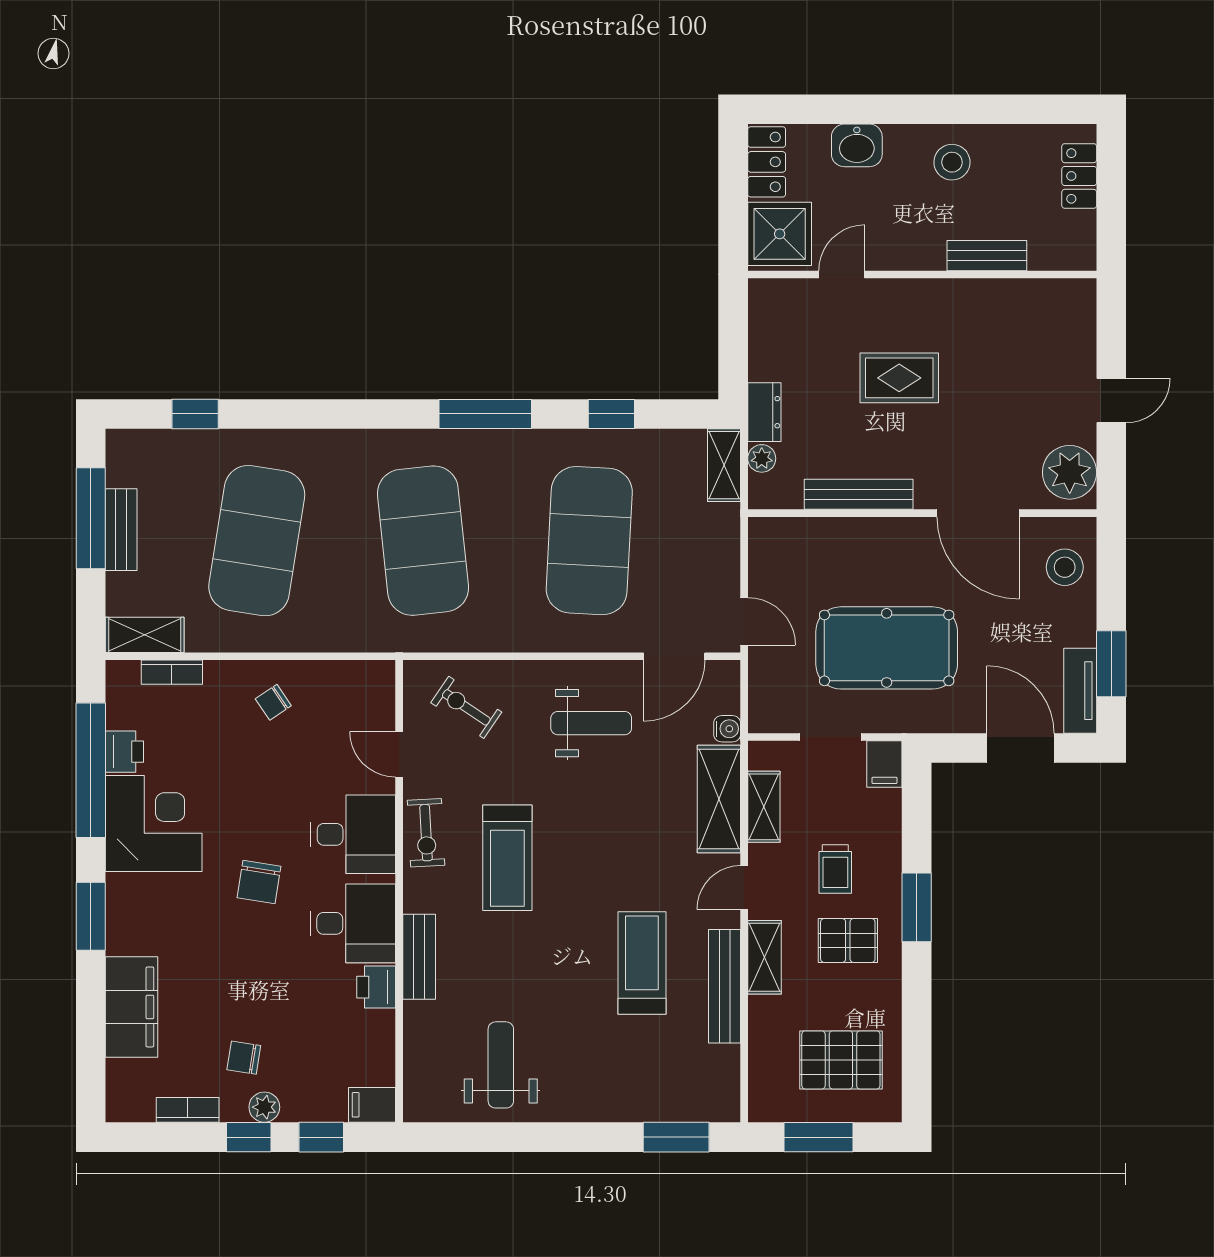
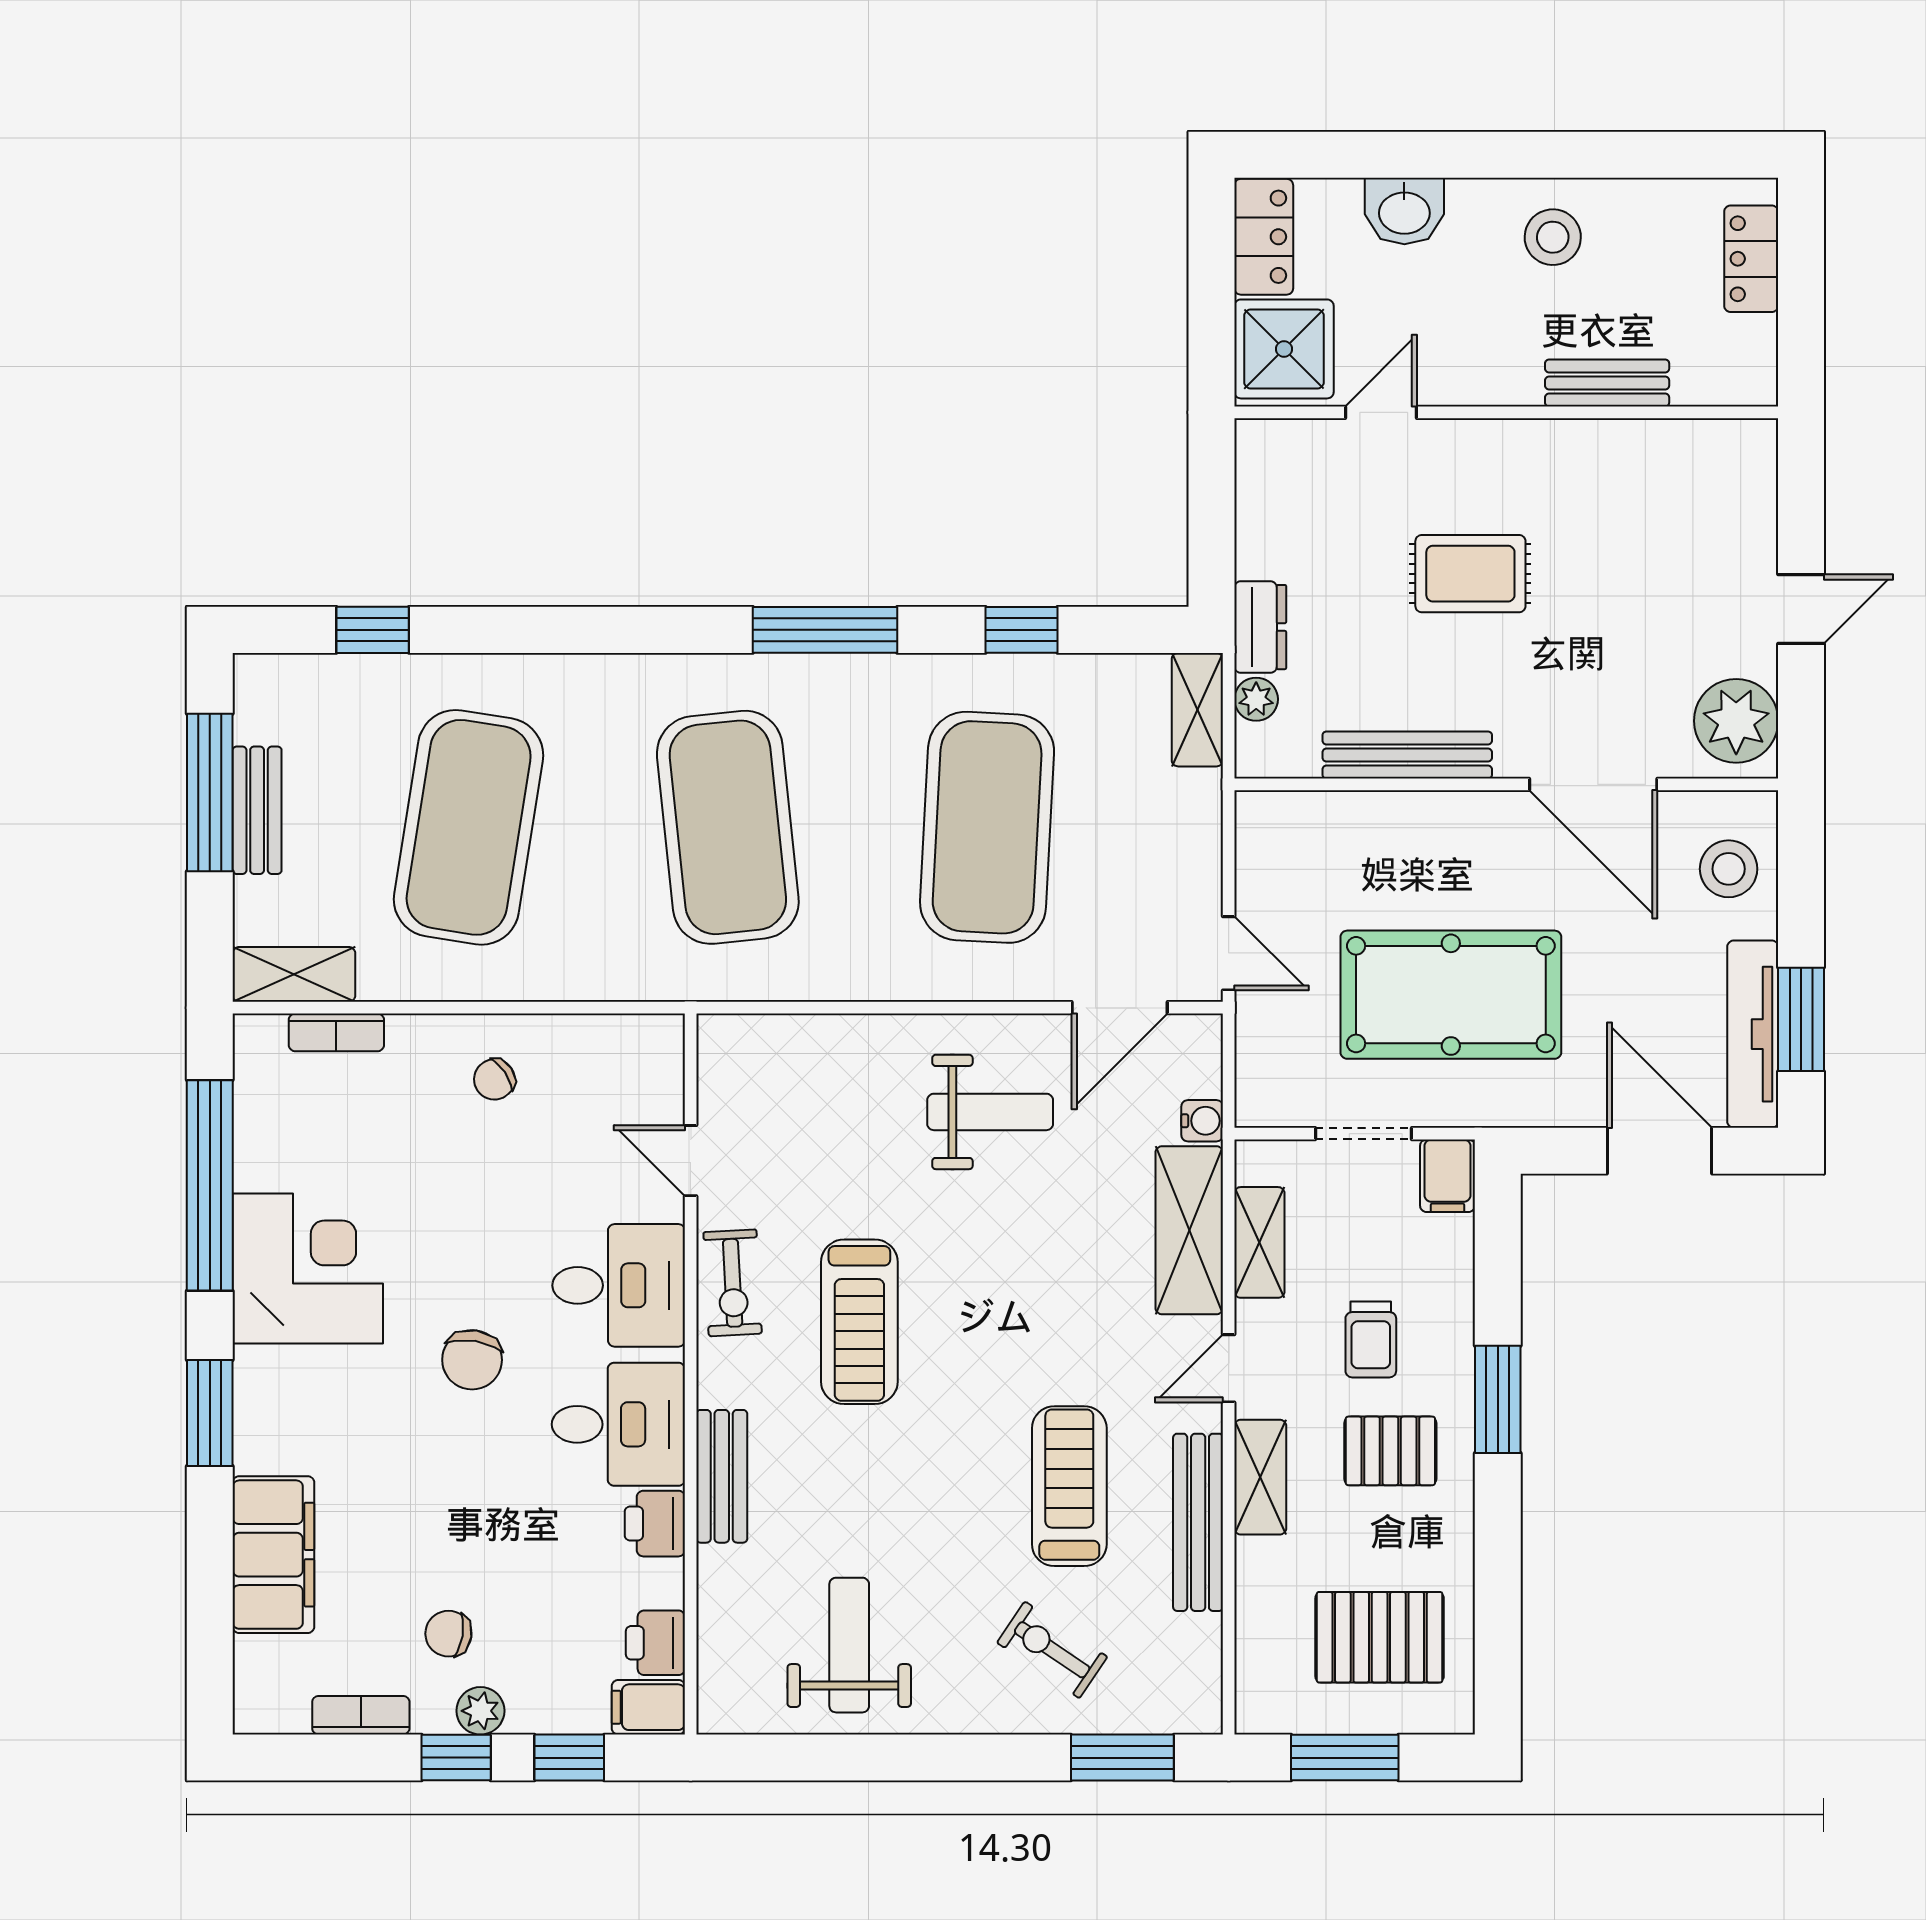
tv unit: (1080, 691) -> (1753, 1034), width x1.41
exercise bike: (466, 707) -> (1052, 1650), moved
printer: (124, 752) -> (655, 1643), moved, turned 180

